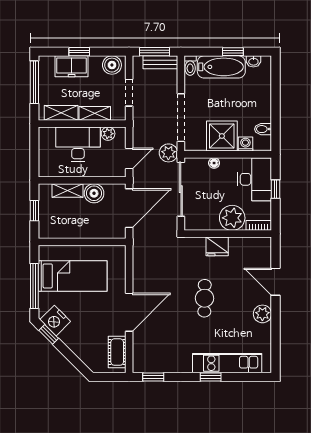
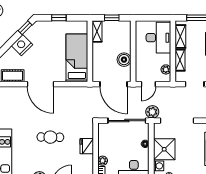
desk: (78, 144) -> (158, 38), moved
door: (129, 159) -> (148, 84), hinge flipped
shelving: (68, 190) -> (97, 31), moved
plant: (232, 218) -> (103, 161), width x0.53, depth x0.53
bed: (73, 276) -> (77, 58), moved, turned 180
window: (34, 286) -> (59, 18), width x0.46
nightstand: (55, 321) -> (22, 45), moved

